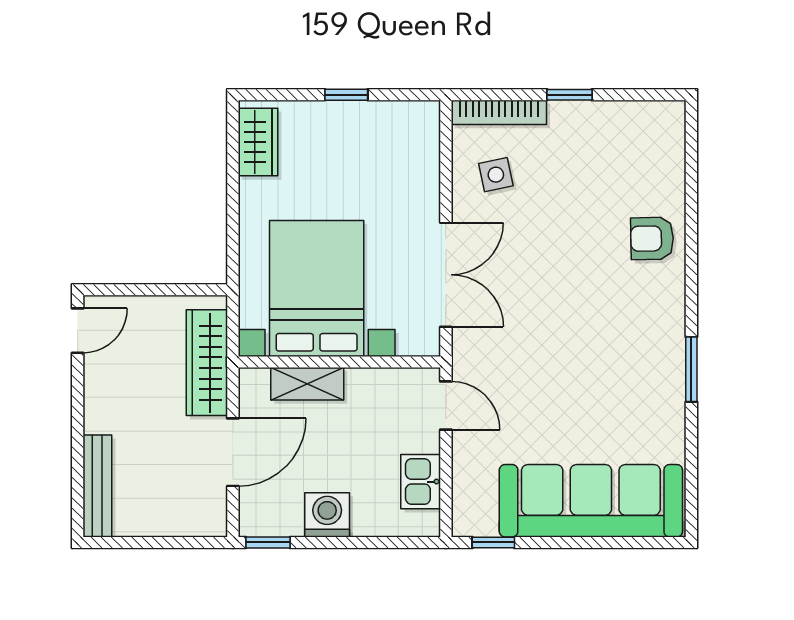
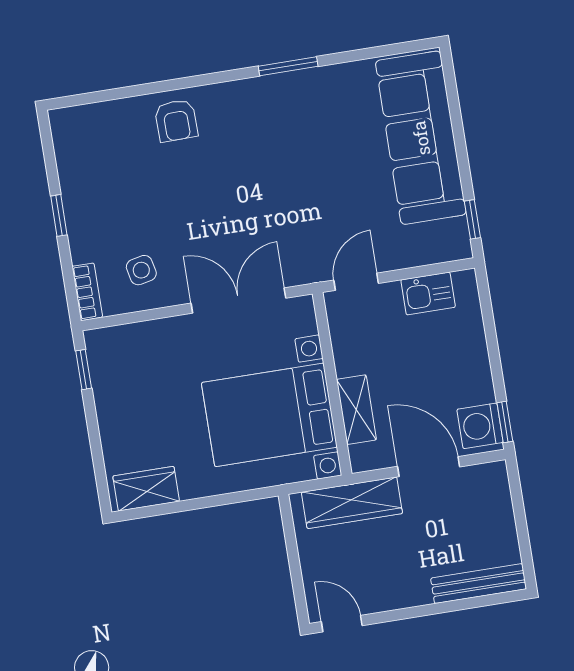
window: (346, 95) -> (84, 370), moved
bookcase: (499, 112) -> (87, 292), width x0.64
washing machine: (327, 515) -> (480, 426), moved

